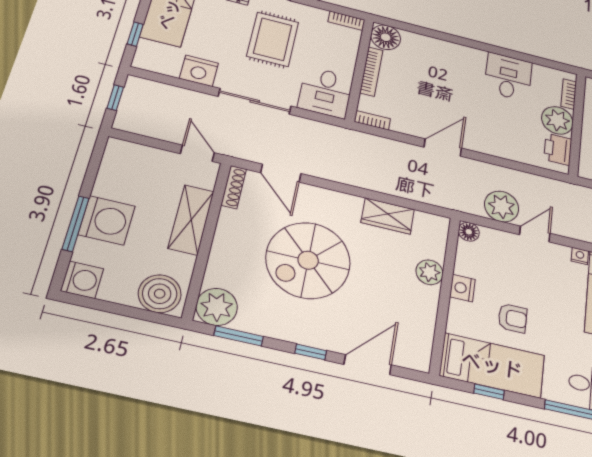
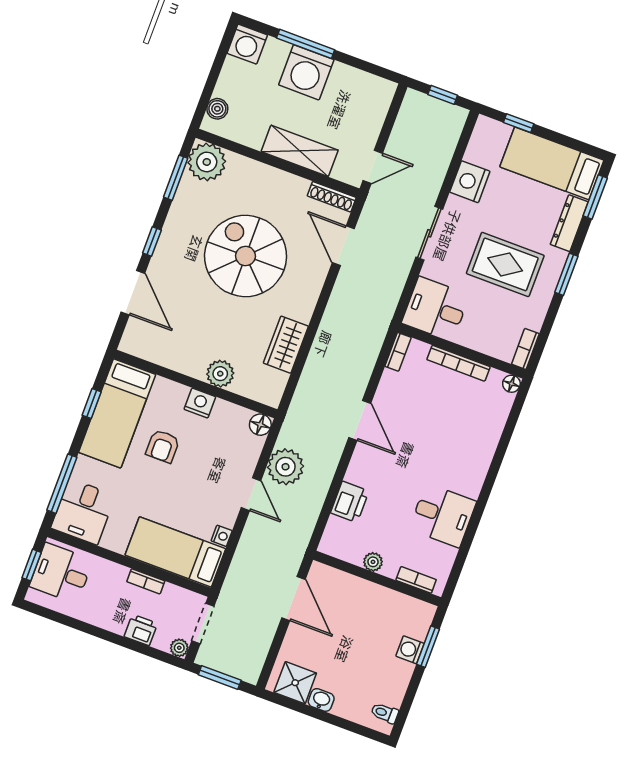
floor lamp: (386, 37) -> (511, 384), width x0.53, depth x0.53
sliding door: (255, 101) -> (429, 233), width x0.73
plant: (557, 120) -> (373, 562), width x0.53, depth x0.53
printer: (558, 149) -> (350, 502), moved, turned 90
door: (281, 173) -> (343, 246), hinge flipped
boiler: (160, 294) -> (217, 109), width x0.54, depth x0.54

